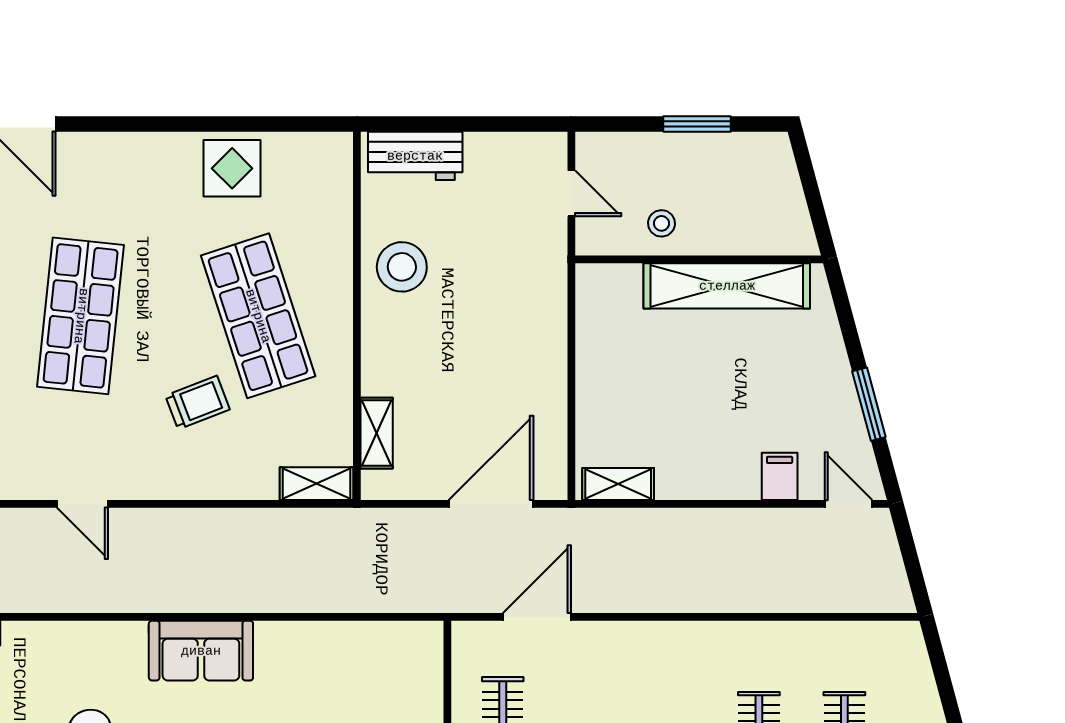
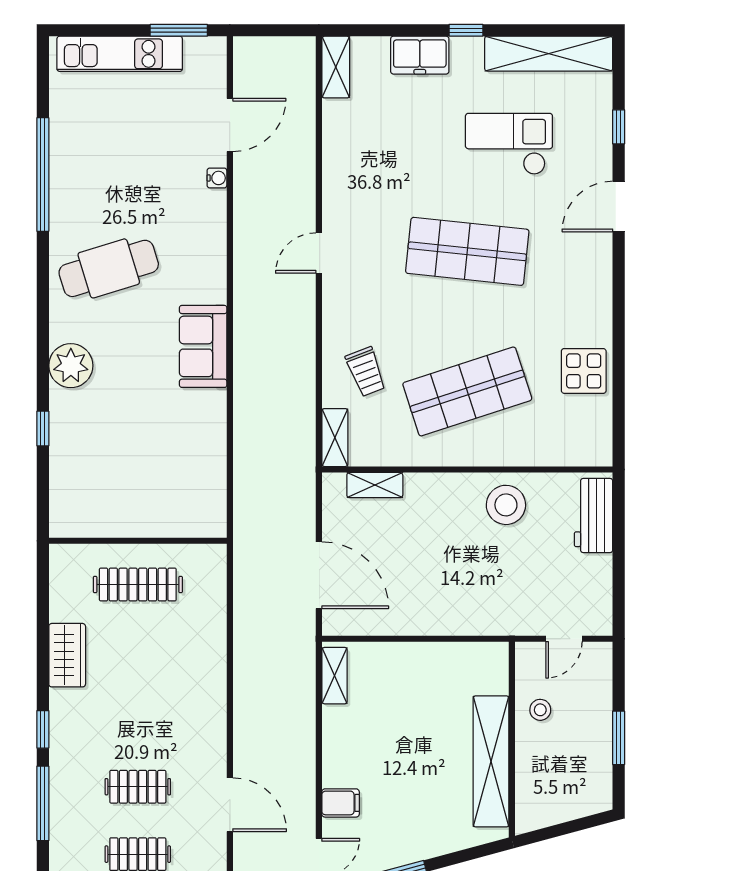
trolley: (197, 402) -> (366, 372), moved
door: (537, 617) -> (230, 805), moved

